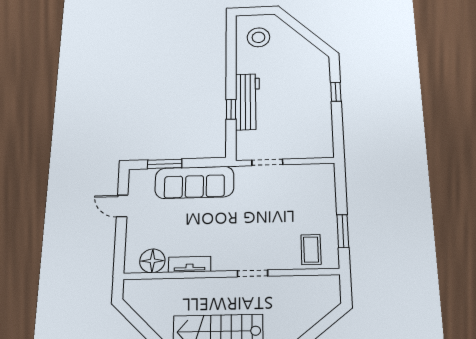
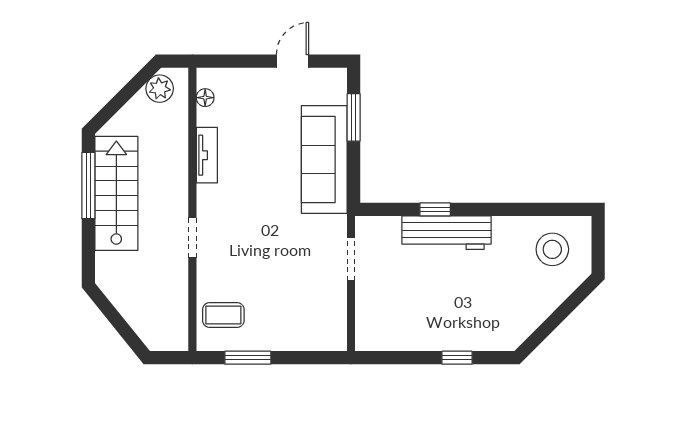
floor lamp: (152, 261) -> (205, 98), width x0.53, depth x0.53
plant: (138, 300) -> (160, 89), added

